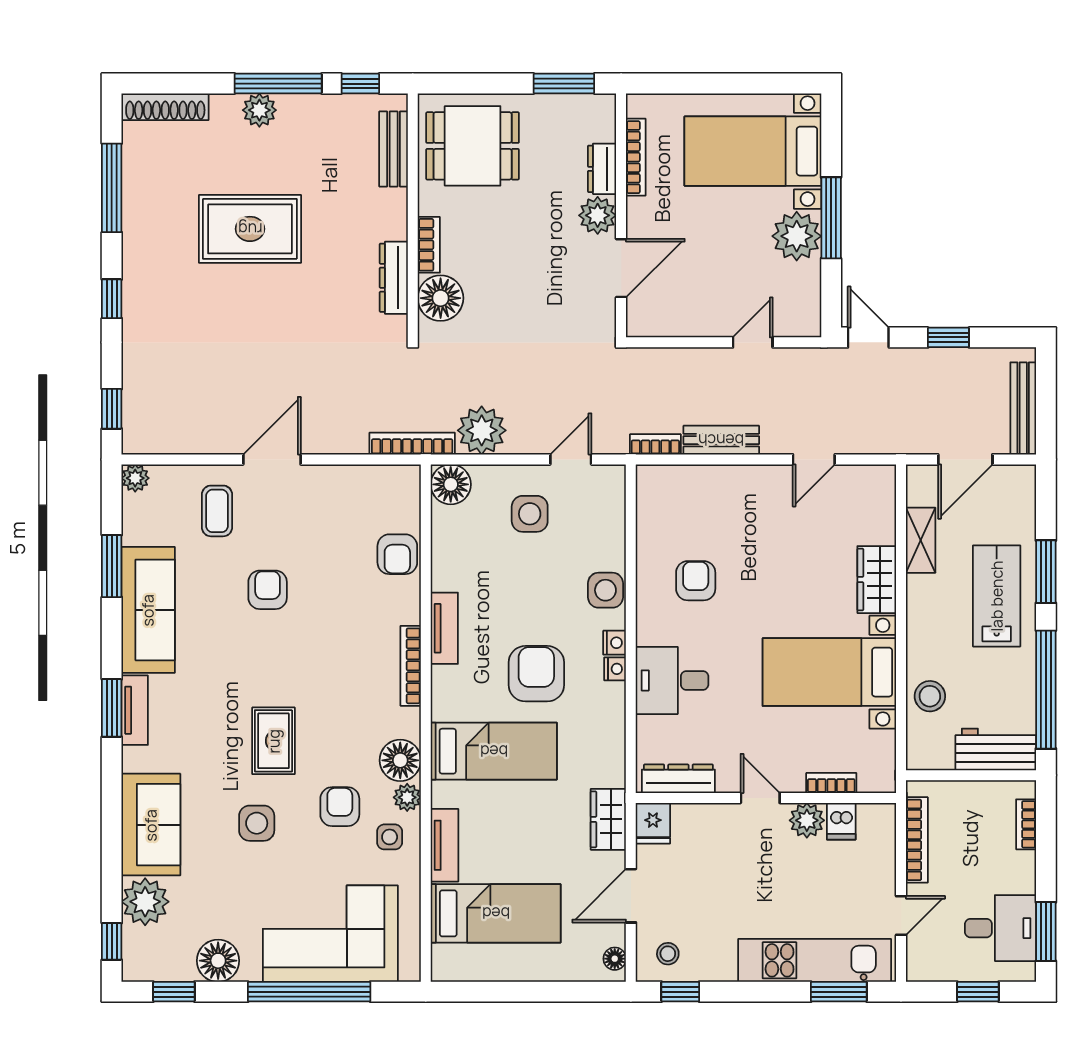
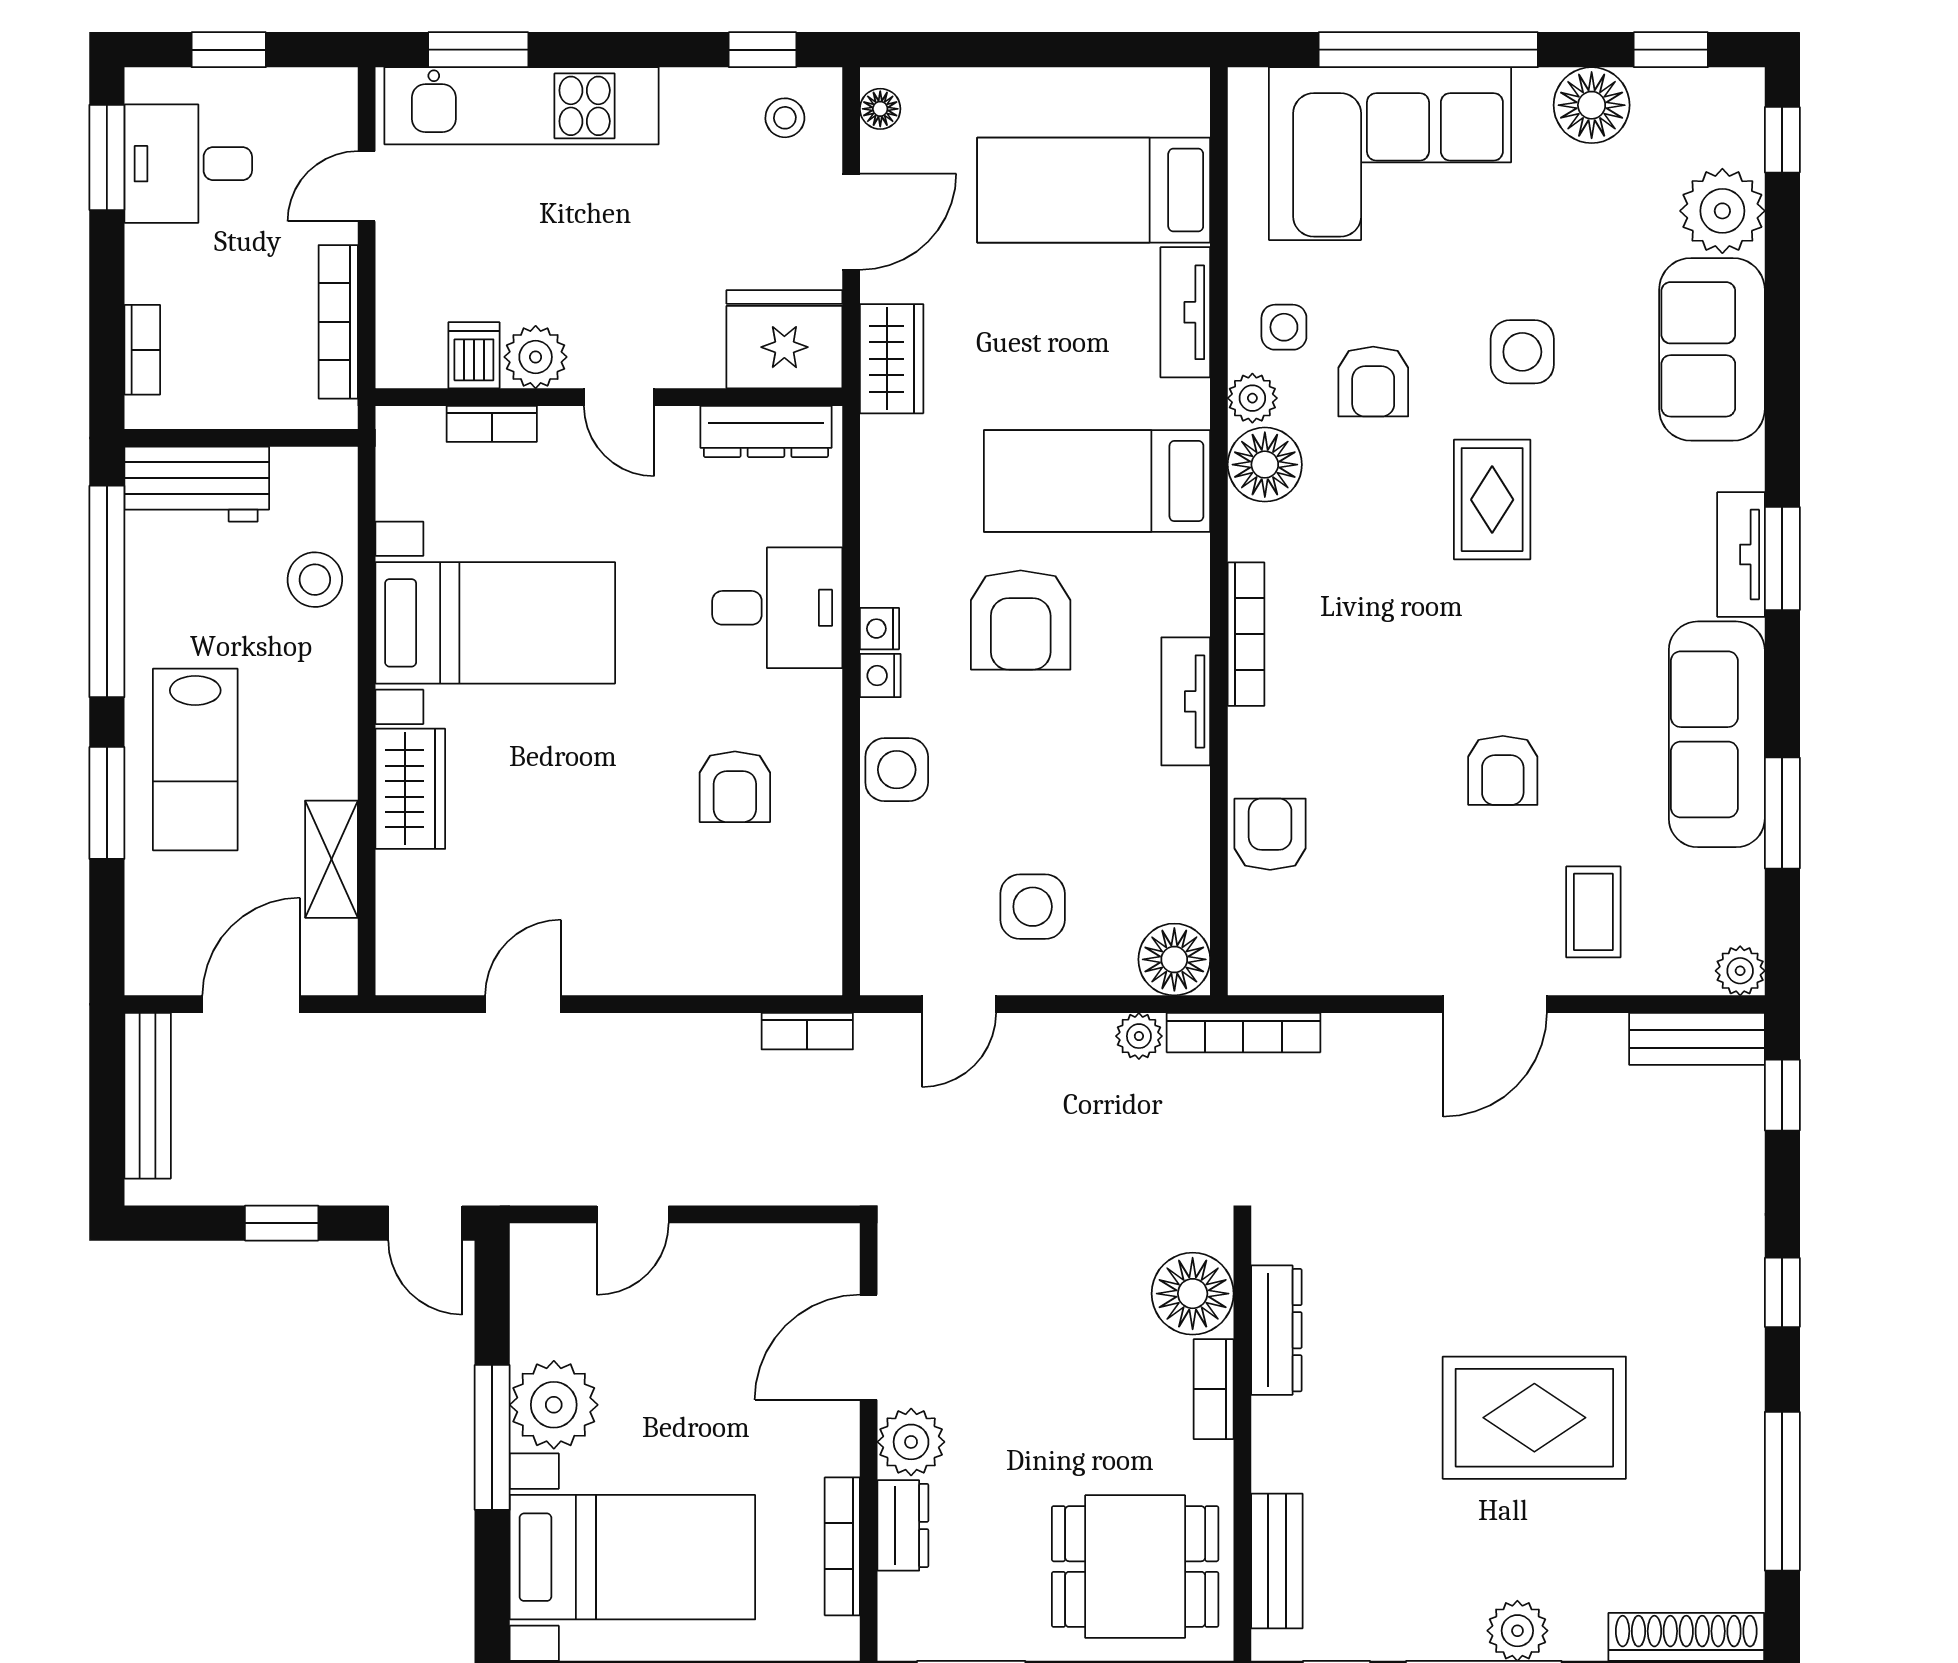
plant: (482, 430) -> (1139, 1036), width x0.53, depth x0.53
bench: (721, 440) -> (1697, 1039), moved
fridge: (653, 823) -> (784, 339), width x1.88, depth x1.34

